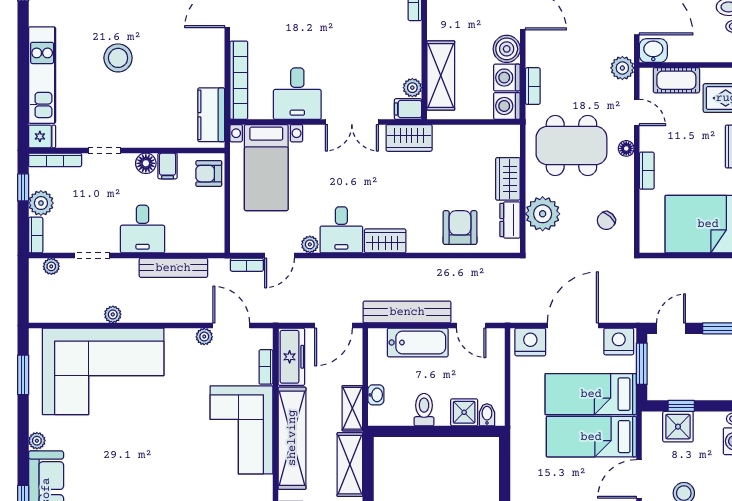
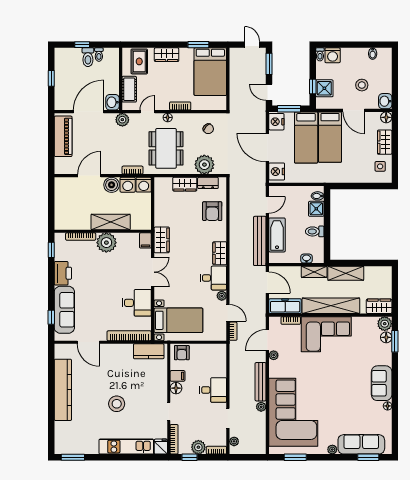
shelving: (441, 75) -> (111, 222), moved
plant: (412, 88) -> (106, 243), moved, width x1.88, depth x1.88
armchair: (460, 228) -> (212, 211), turned -90
bench: (173, 268) -> (261, 382), moved

